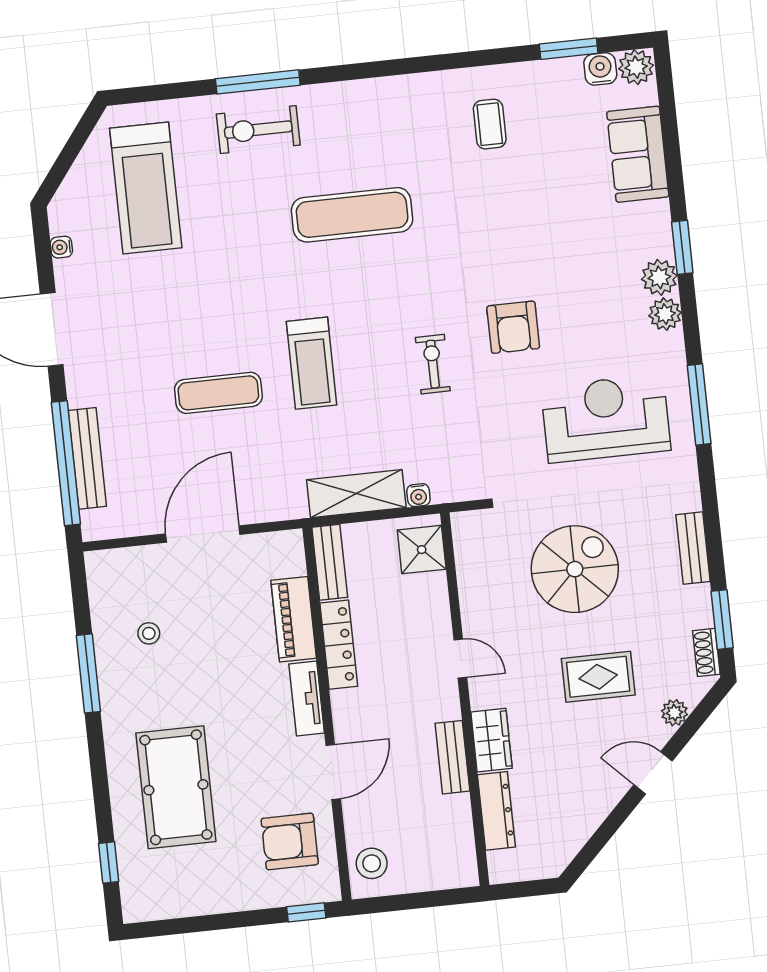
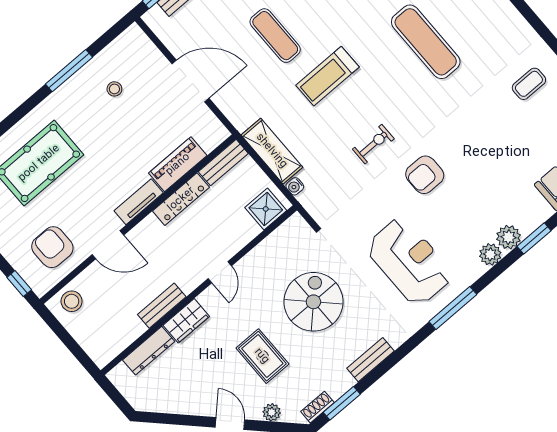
spiral stairs: (575, 569) -> (313, 302), turned -90

